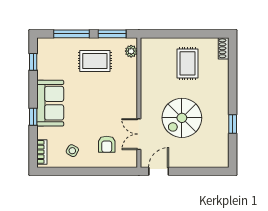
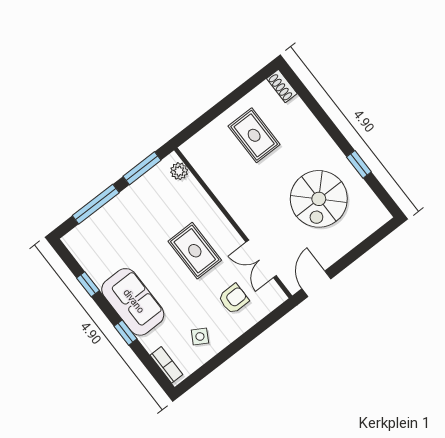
rug: (95, 61) -> (195, 251), moved, turned 90
window: (33, 62) -> (88, 284), moved
spiral stairs: (182, 118) -> (319, 199), moved
armchair: (107, 144) -> (234, 299), turned -90

